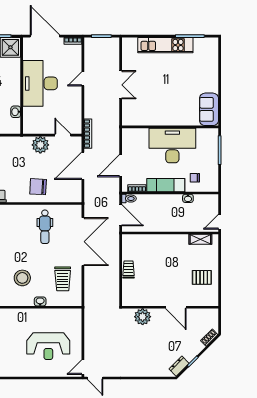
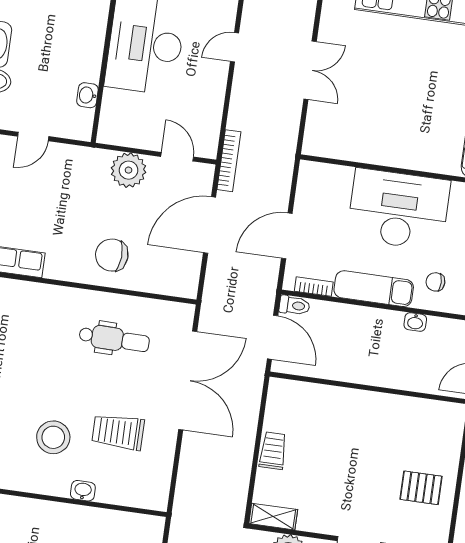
dental chair: (45, 227) -> (114, 339), turned -89
shelving: (200, 239) -> (273, 517), moved
trolley: (63, 279) -> (118, 432), moved, turned 90

